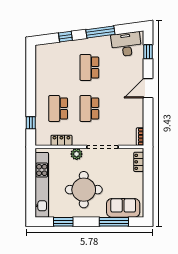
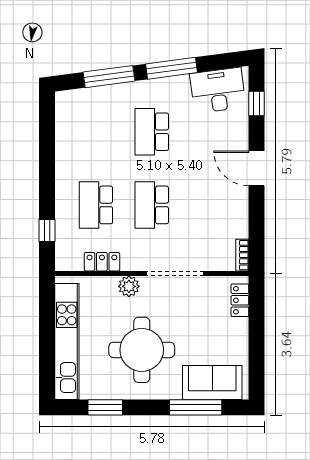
window: (65, 37) -> (109, 77), width x2.17
door: (148, 88) -> (256, 168), hinge flipped

